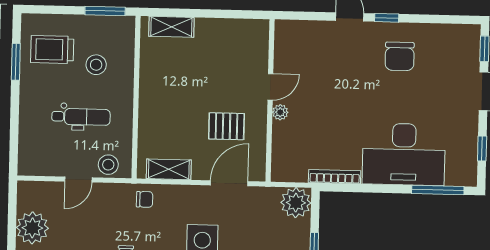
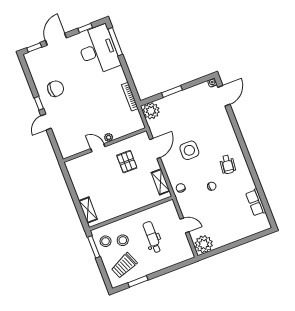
trolley: (52, 50) -> (124, 266), turned 67
desk: (404, 154) -> (98, 50), moved
stool: (108, 165) -> (106, 241), moved
door: (229, 183) -> (155, 149), swing flipped
plant: (32, 228) -> (204, 244), moved

